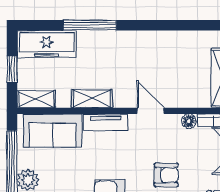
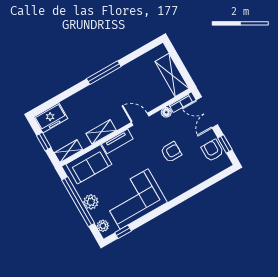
window: (90, 25) -> (104, 73), moved
freezer: (47, 44) -> (51, 118), width x0.71

